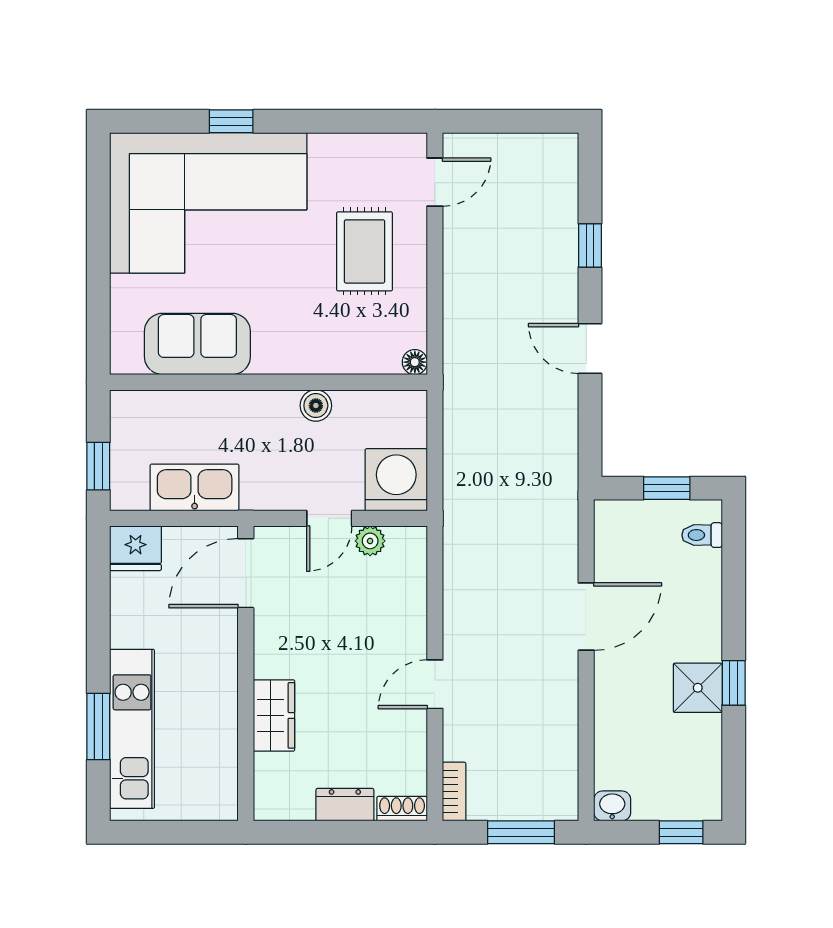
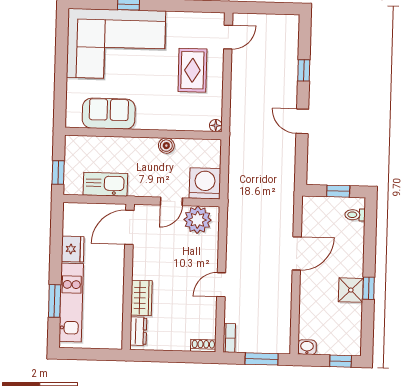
plant: (370, 541) -> (197, 220), width x1.88, depth x1.88
fridge: (136, 548) -> (73, 249), moved, turned -90
dresser: (345, 805) -> (138, 331), moved, turned 90

